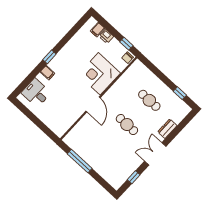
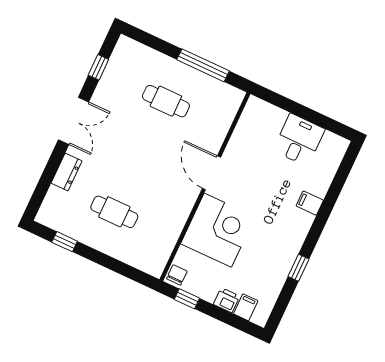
window: (49, 57) -> (299, 268), moved
desk: (36, 93) -> (299, 140), moved, turned -90
cafe table: (127, 125) -> (166, 101), moved

